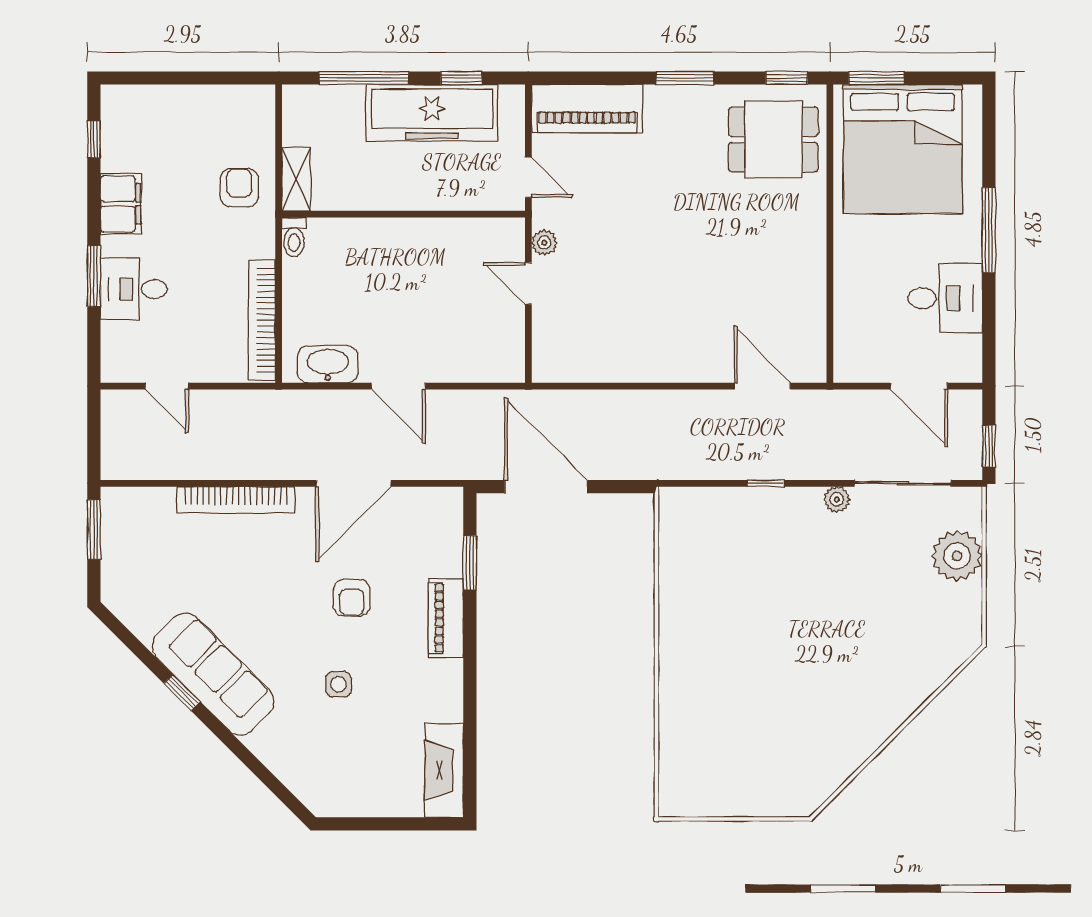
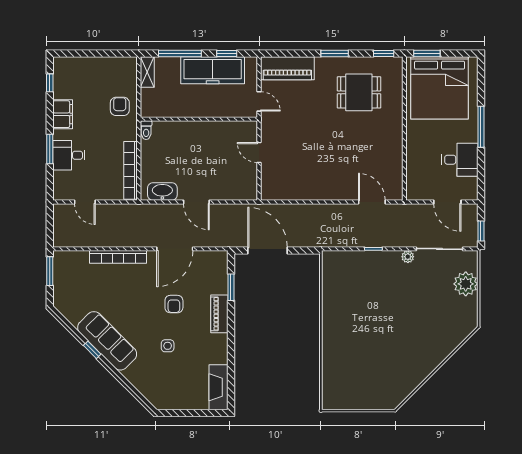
dining table: (773, 139) -> (359, 92), moved
shelving: (296, 179) -> (147, 72), moved
plant: (544, 243) -> (267, 133), removed

